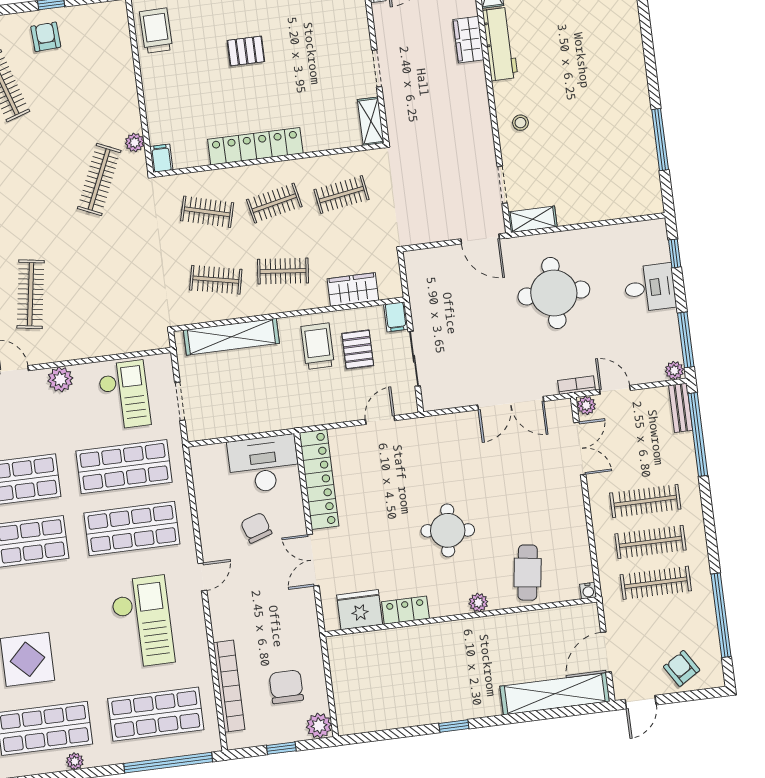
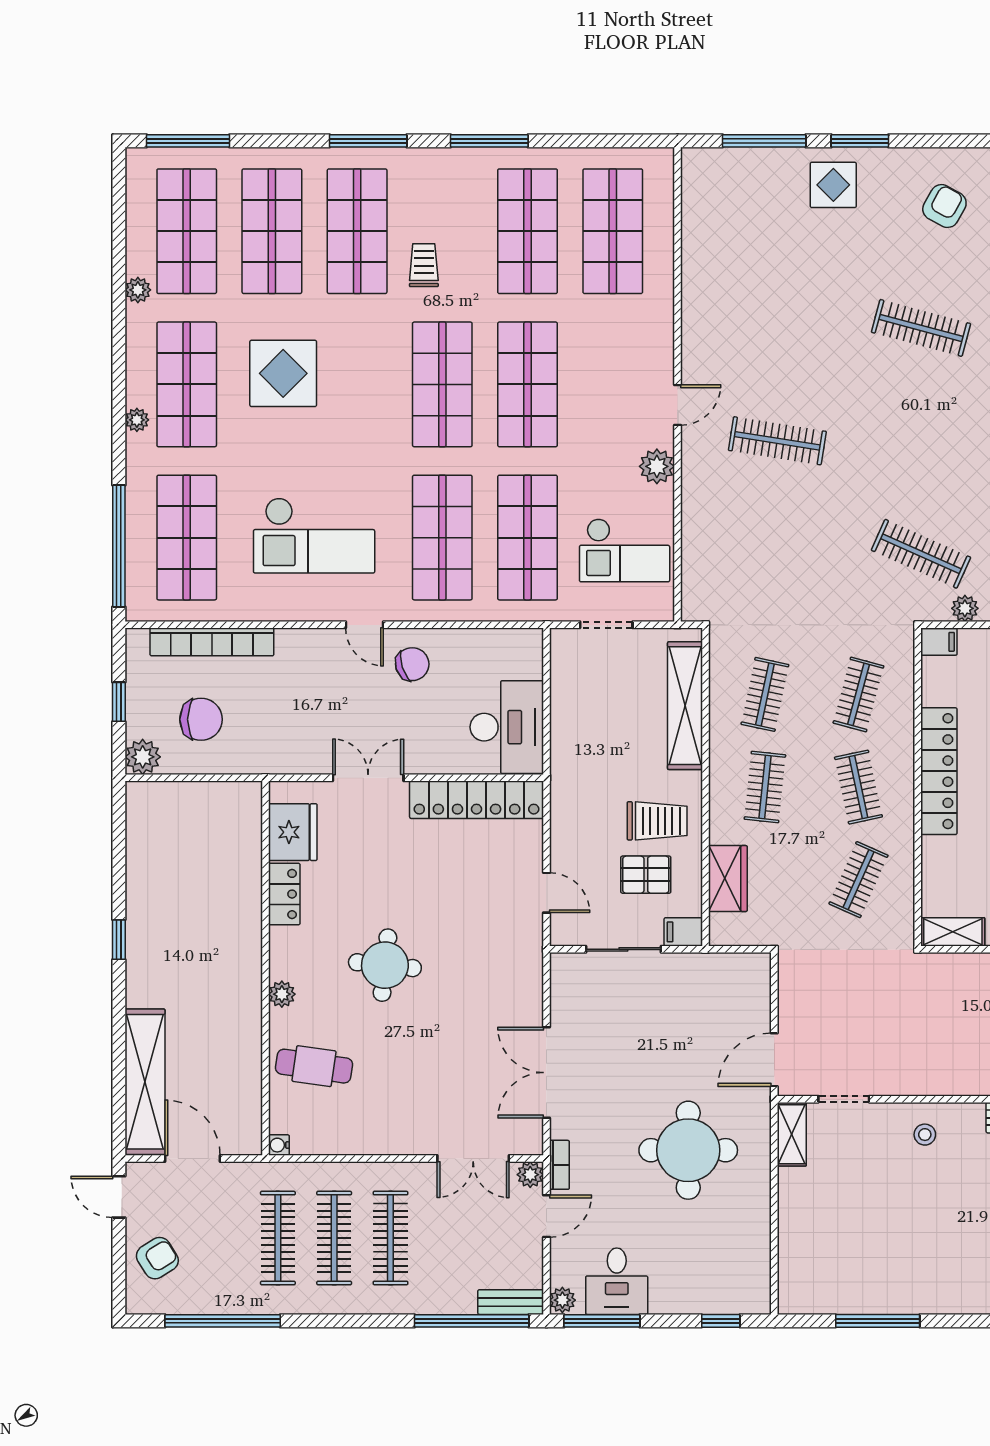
clothes rail: (342, 195) -> (858, 880), turned 33
desk: (650, 288) -> (617, 1281), moved
chair: (256, 528) -> (412, 664), moved

